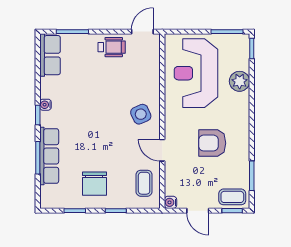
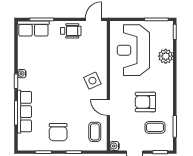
row of seats: (50, 55) -> (33, 29), moved, turned 90
coffee table: (232, 197) -> (155, 127), moved

